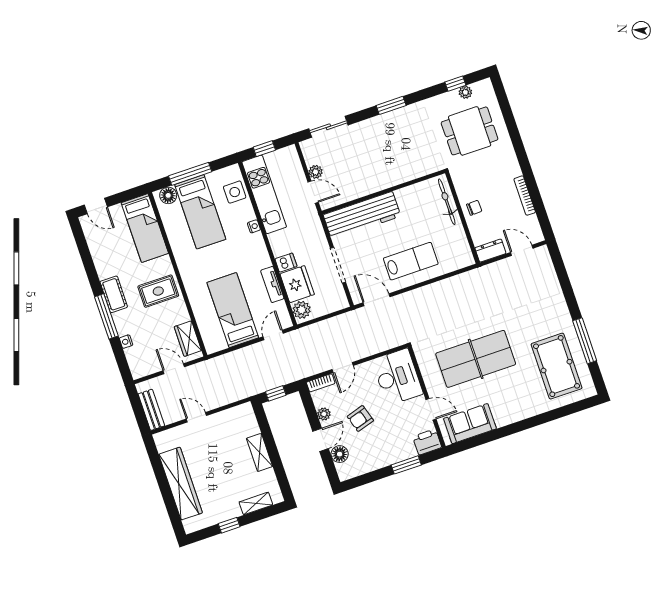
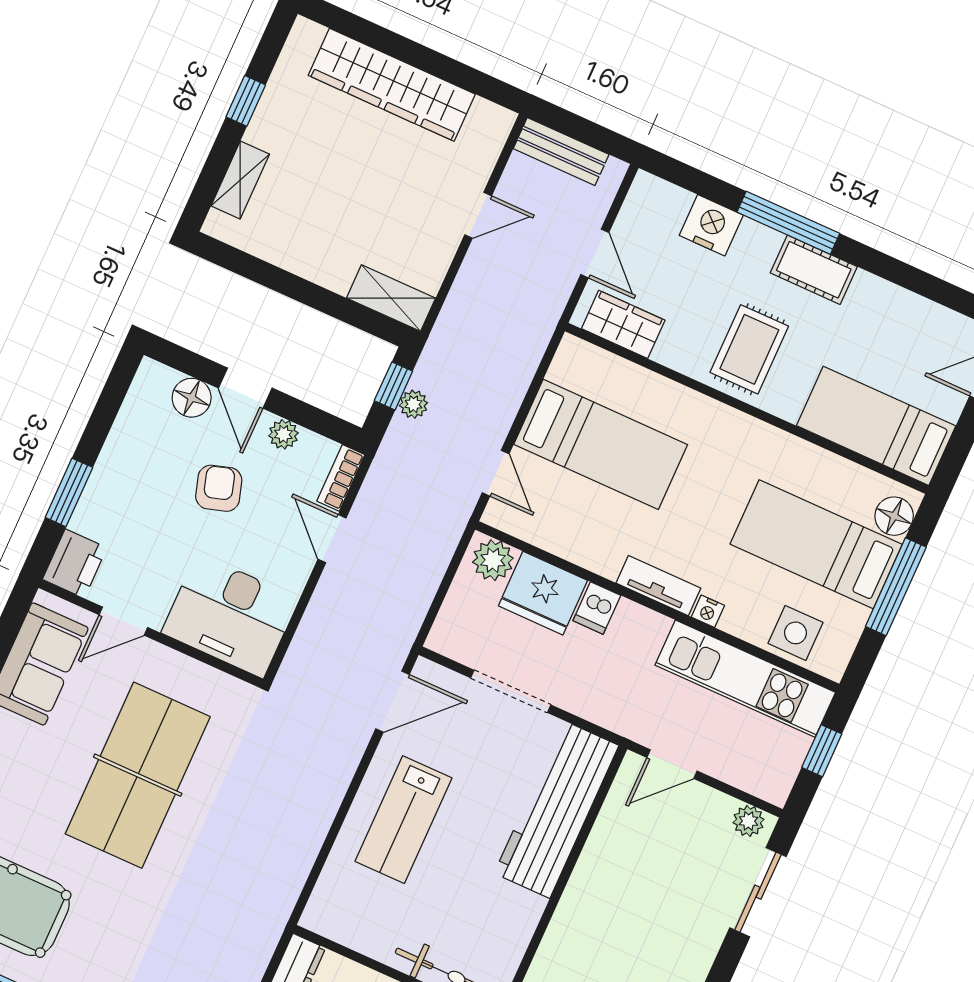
plant: (316, 172) -> (749, 821), moved
tv unit: (272, 284) -> (658, 586), moved
nightstand: (126, 342) -> (711, 225), width x1.89, depth x1.79
door: (174, 369) -> (595, 254), hinge flipped
plant: (276, 382) -> (413, 404), added
shelving: (259, 452) -> (391, 298), moved

